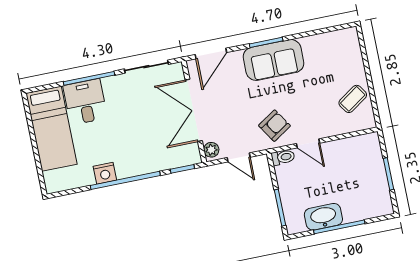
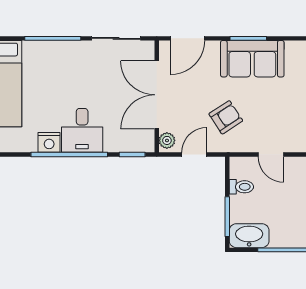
desk: (85, 102) -> (82, 130), moved, turned 180
armchair: (274, 126) -> (226, 117), moved
door: (239, 157) -> (194, 154), swing flipped
toilet: (283, 157) -> (241, 187), moved
washbasin: (323, 217) -> (249, 236), moved

